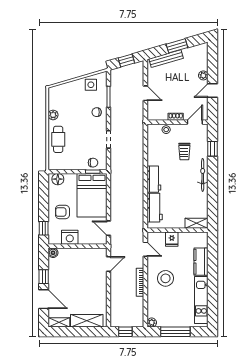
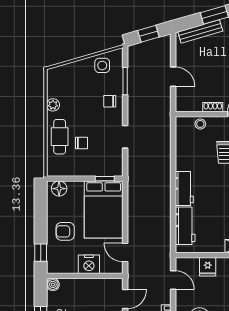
chair: (93, 163) -> (81, 143), moved
nightstand: (70, 237) -> (89, 264), moved

